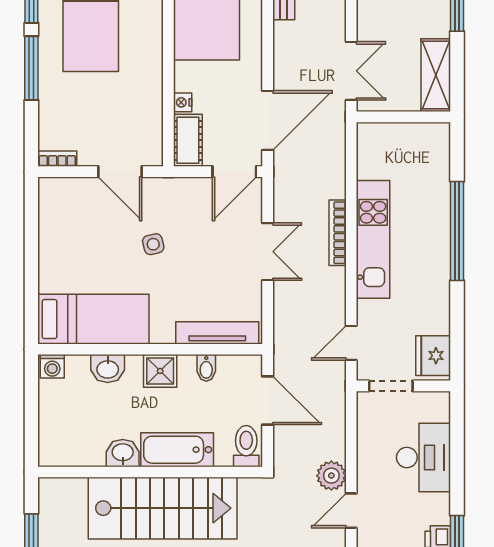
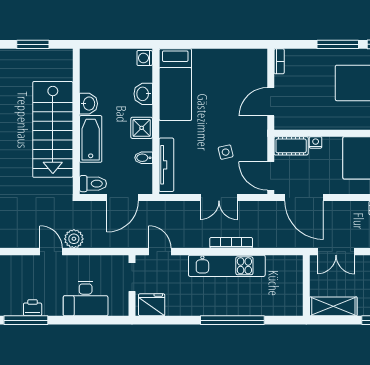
side table: (153, 244) -> (226, 152), moved

